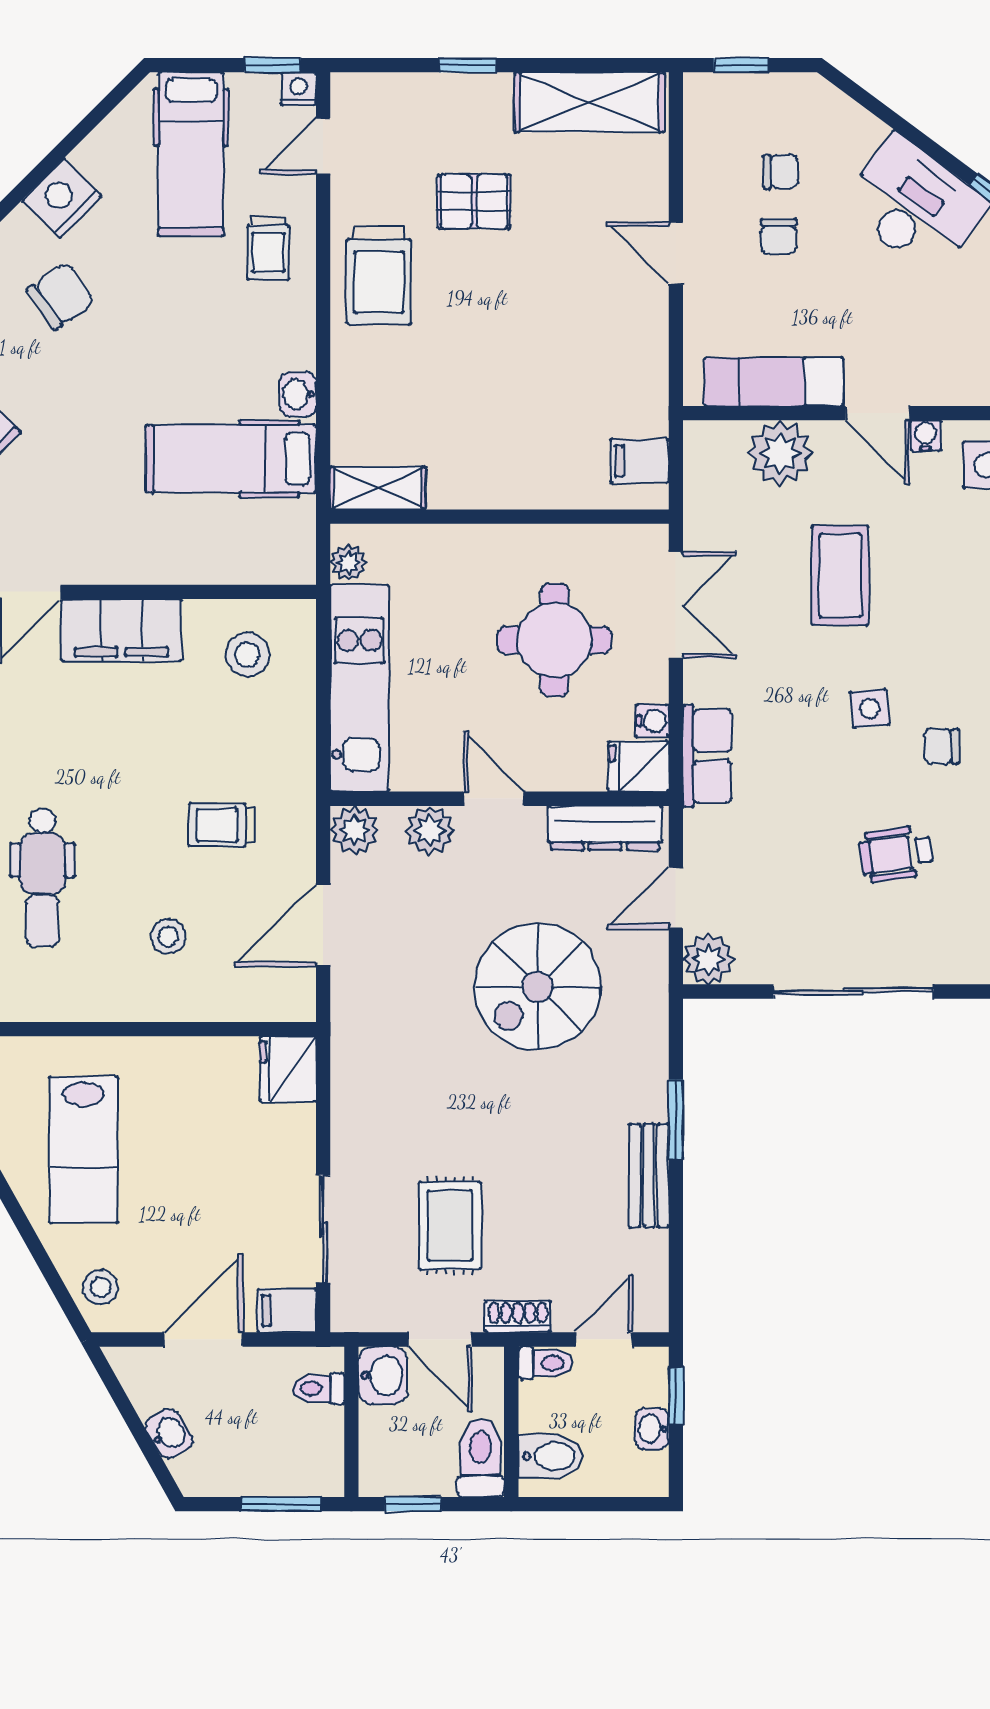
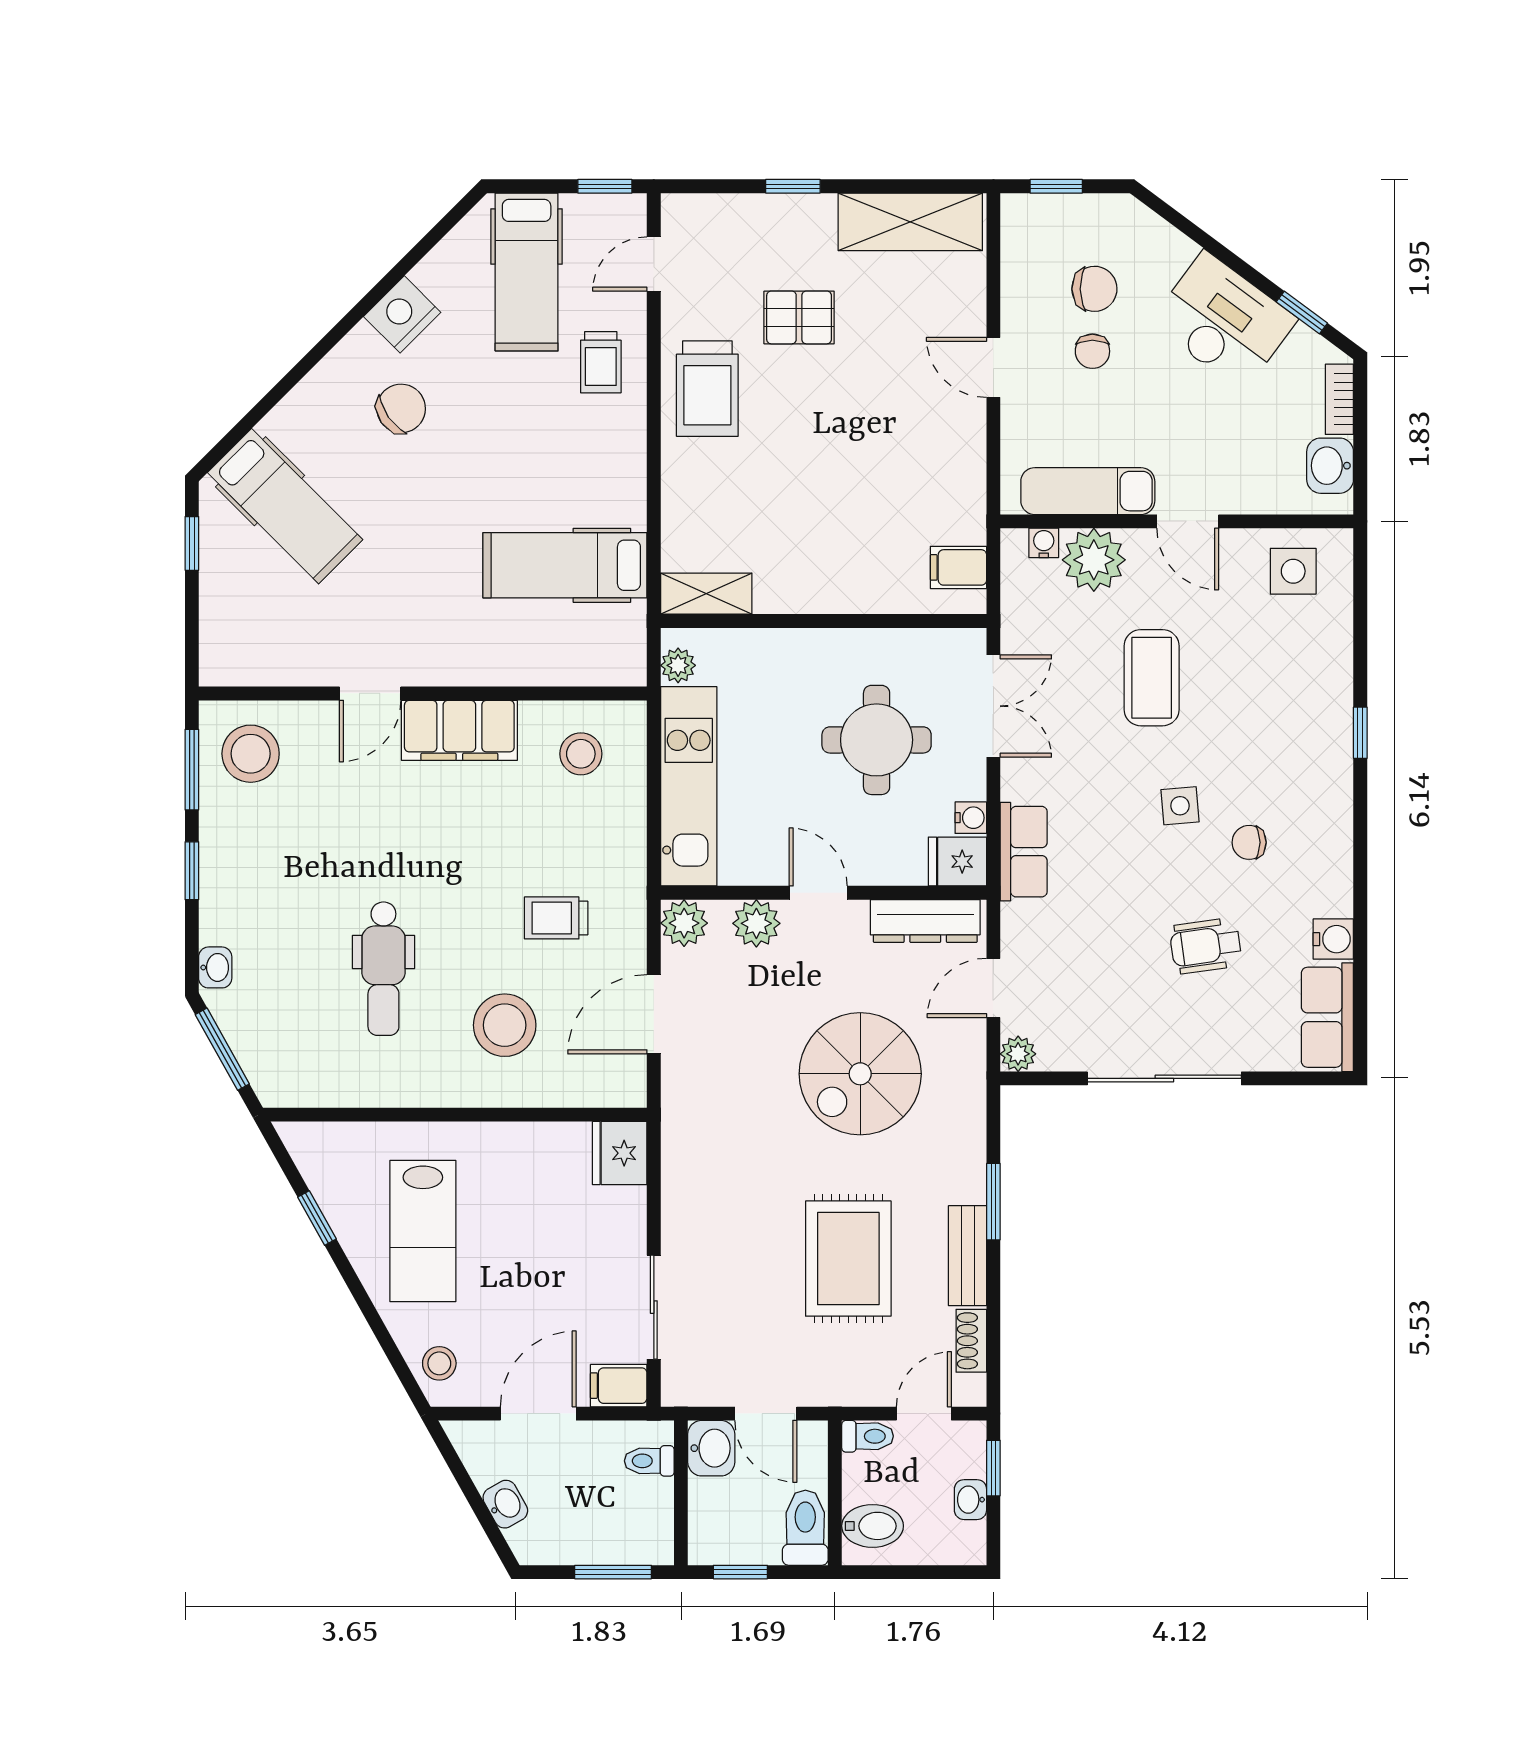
nightstand: (299, 89) -> (630, 209), removed
chair: (781, 172) -> (1094, 289), width x1.37, depth x1.37
washbasin: (298, 394) -> (630, 503), removed
water cooler: (926, 436) -> (1044, 543), moved
stool: (168, 936) -> (505, 1025), width x1.89, depth x1.89
plant: (708, 959) -> (1018, 1054), width x0.73, depth x0.73
rug: (450, 1226) -> (848, 1259), moved, width x1.36, depth x1.43
shoe rack: (518, 1317) -> (971, 1341), moved, turned -90

